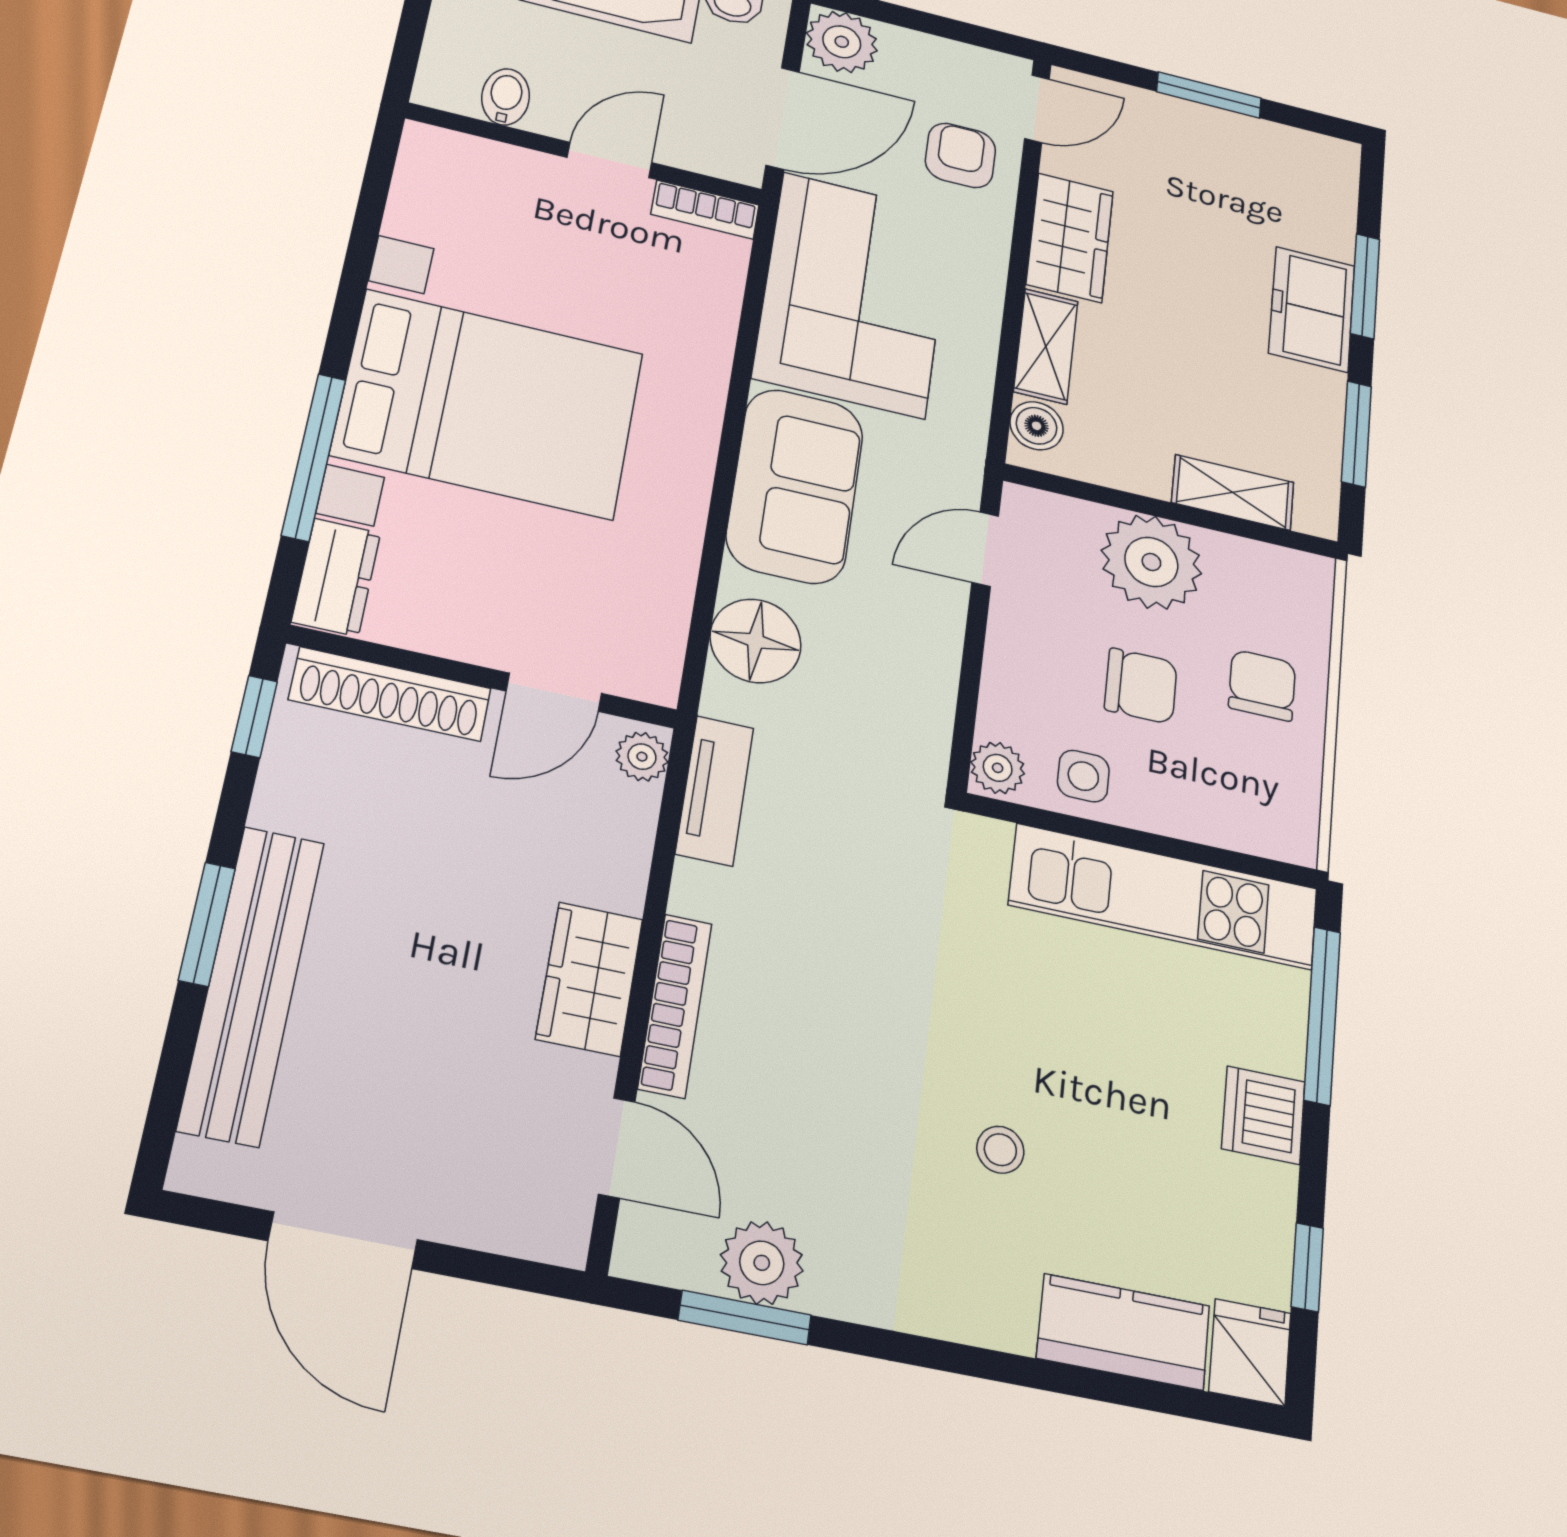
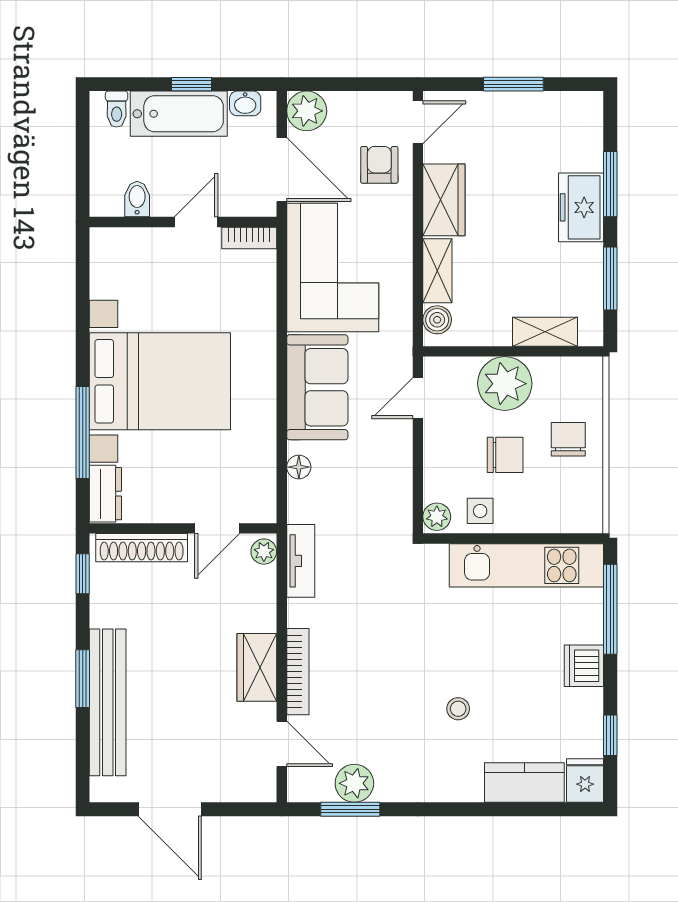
door: (783, 118) -> (282, 170), hinge flipped
floor lamp: (756, 641) -> (299, 467), width x0.53, depth x0.53

